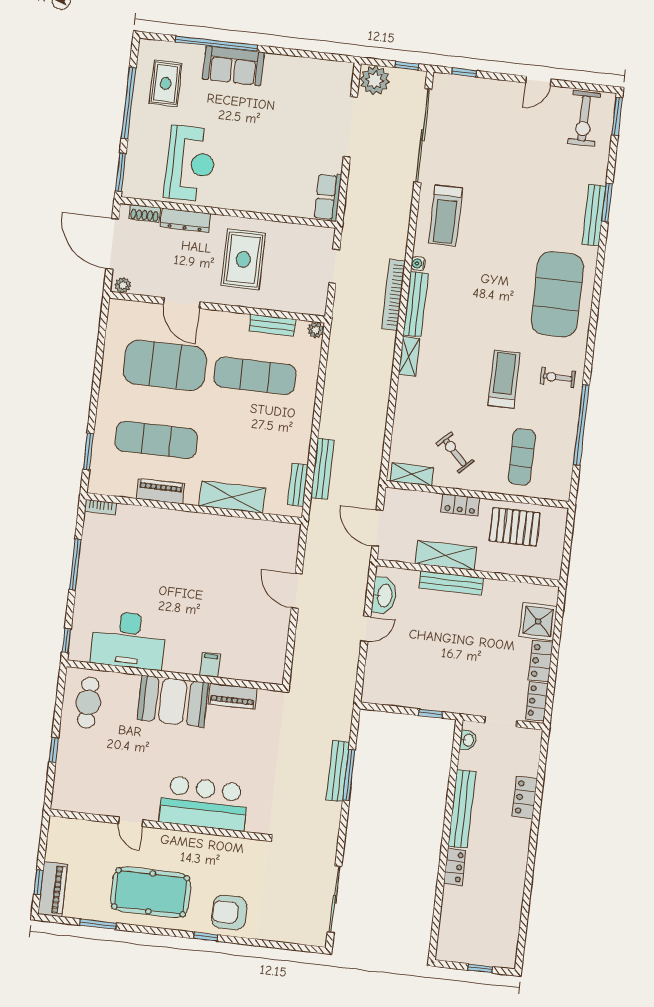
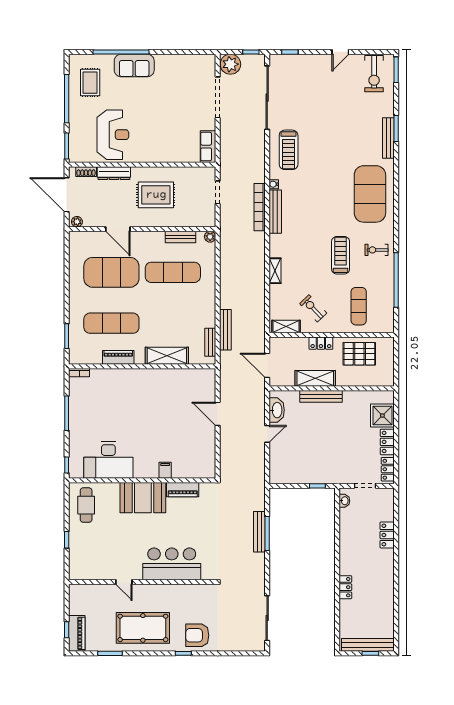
rug: (243, 259) -> (156, 195), turned 90
shelving: (409, 357) -> (275, 271), moved
bench: (462, 809) -> (368, 645), moved, turned 90

